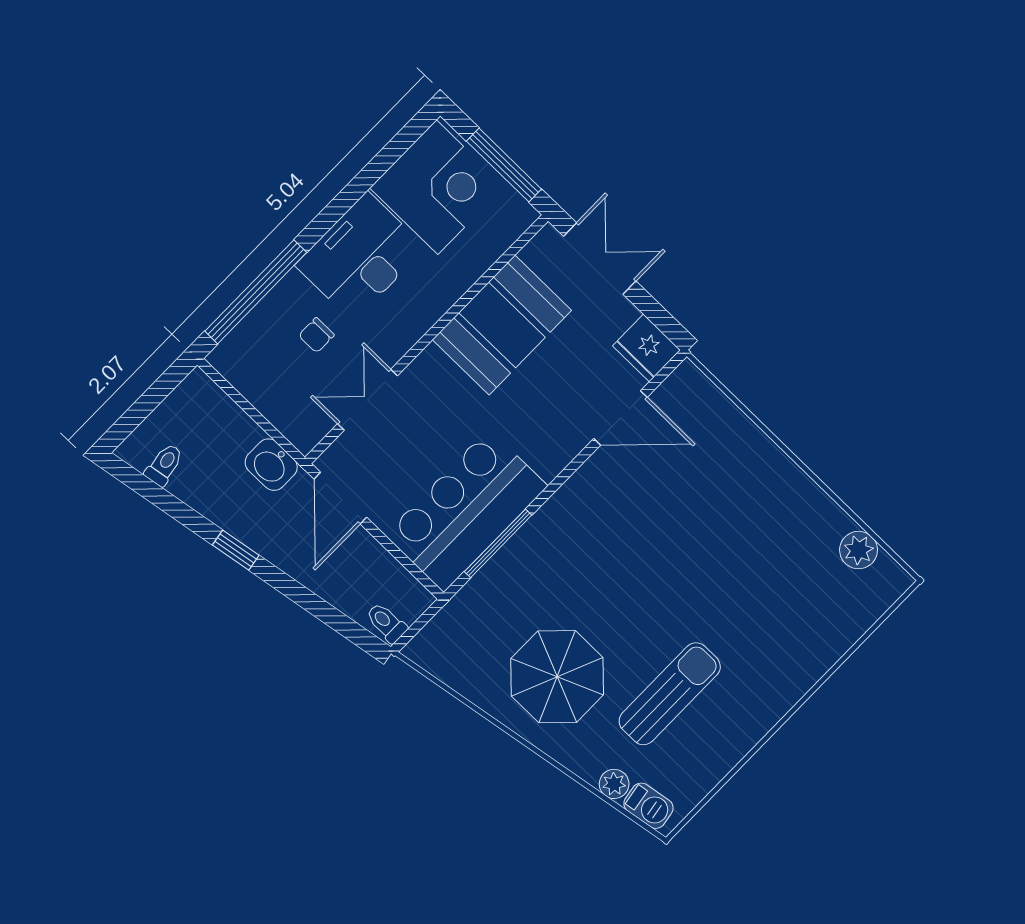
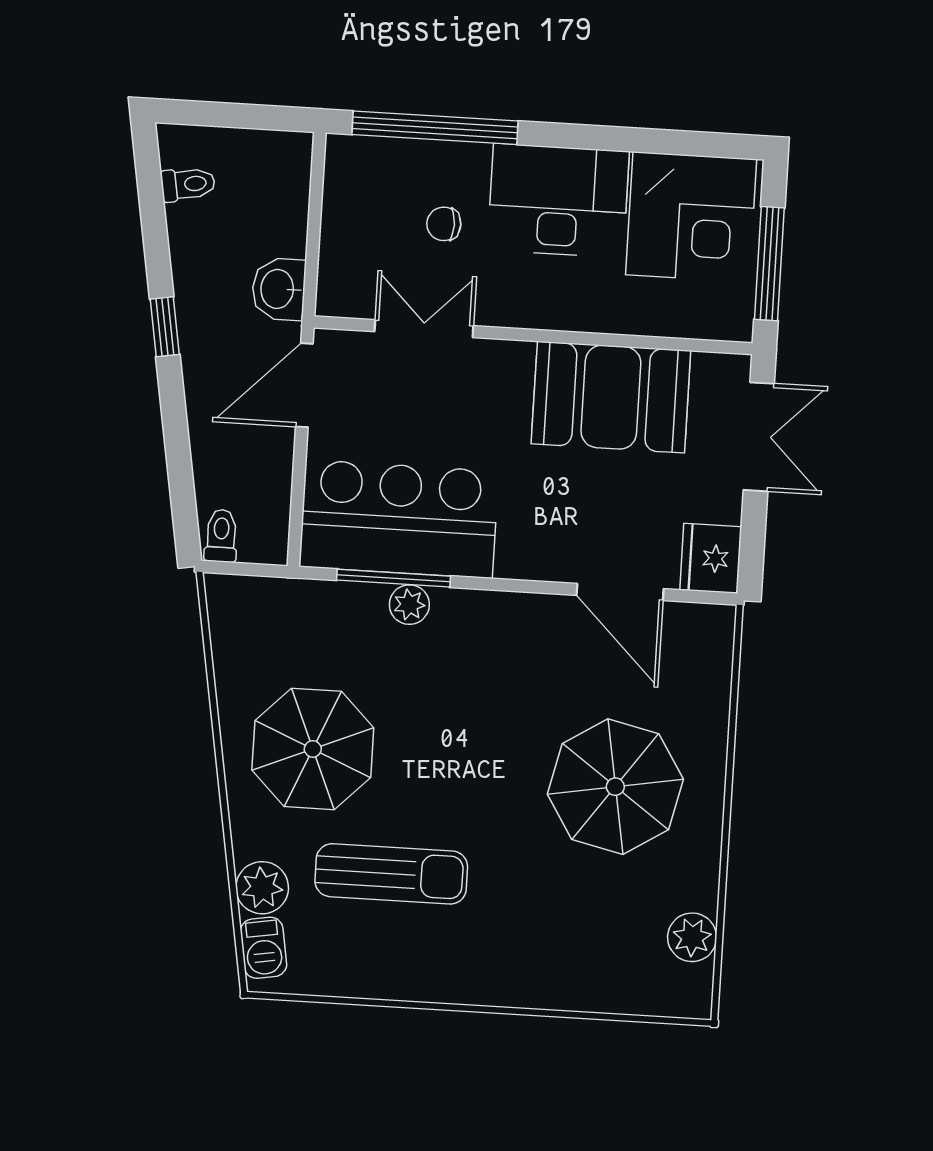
parasol: (732, 519) -> (615, 787), added
plant: (522, 547) -> (409, 605), added
plant: (614, 784) -> (262, 888), width x1.38, depth x1.38

